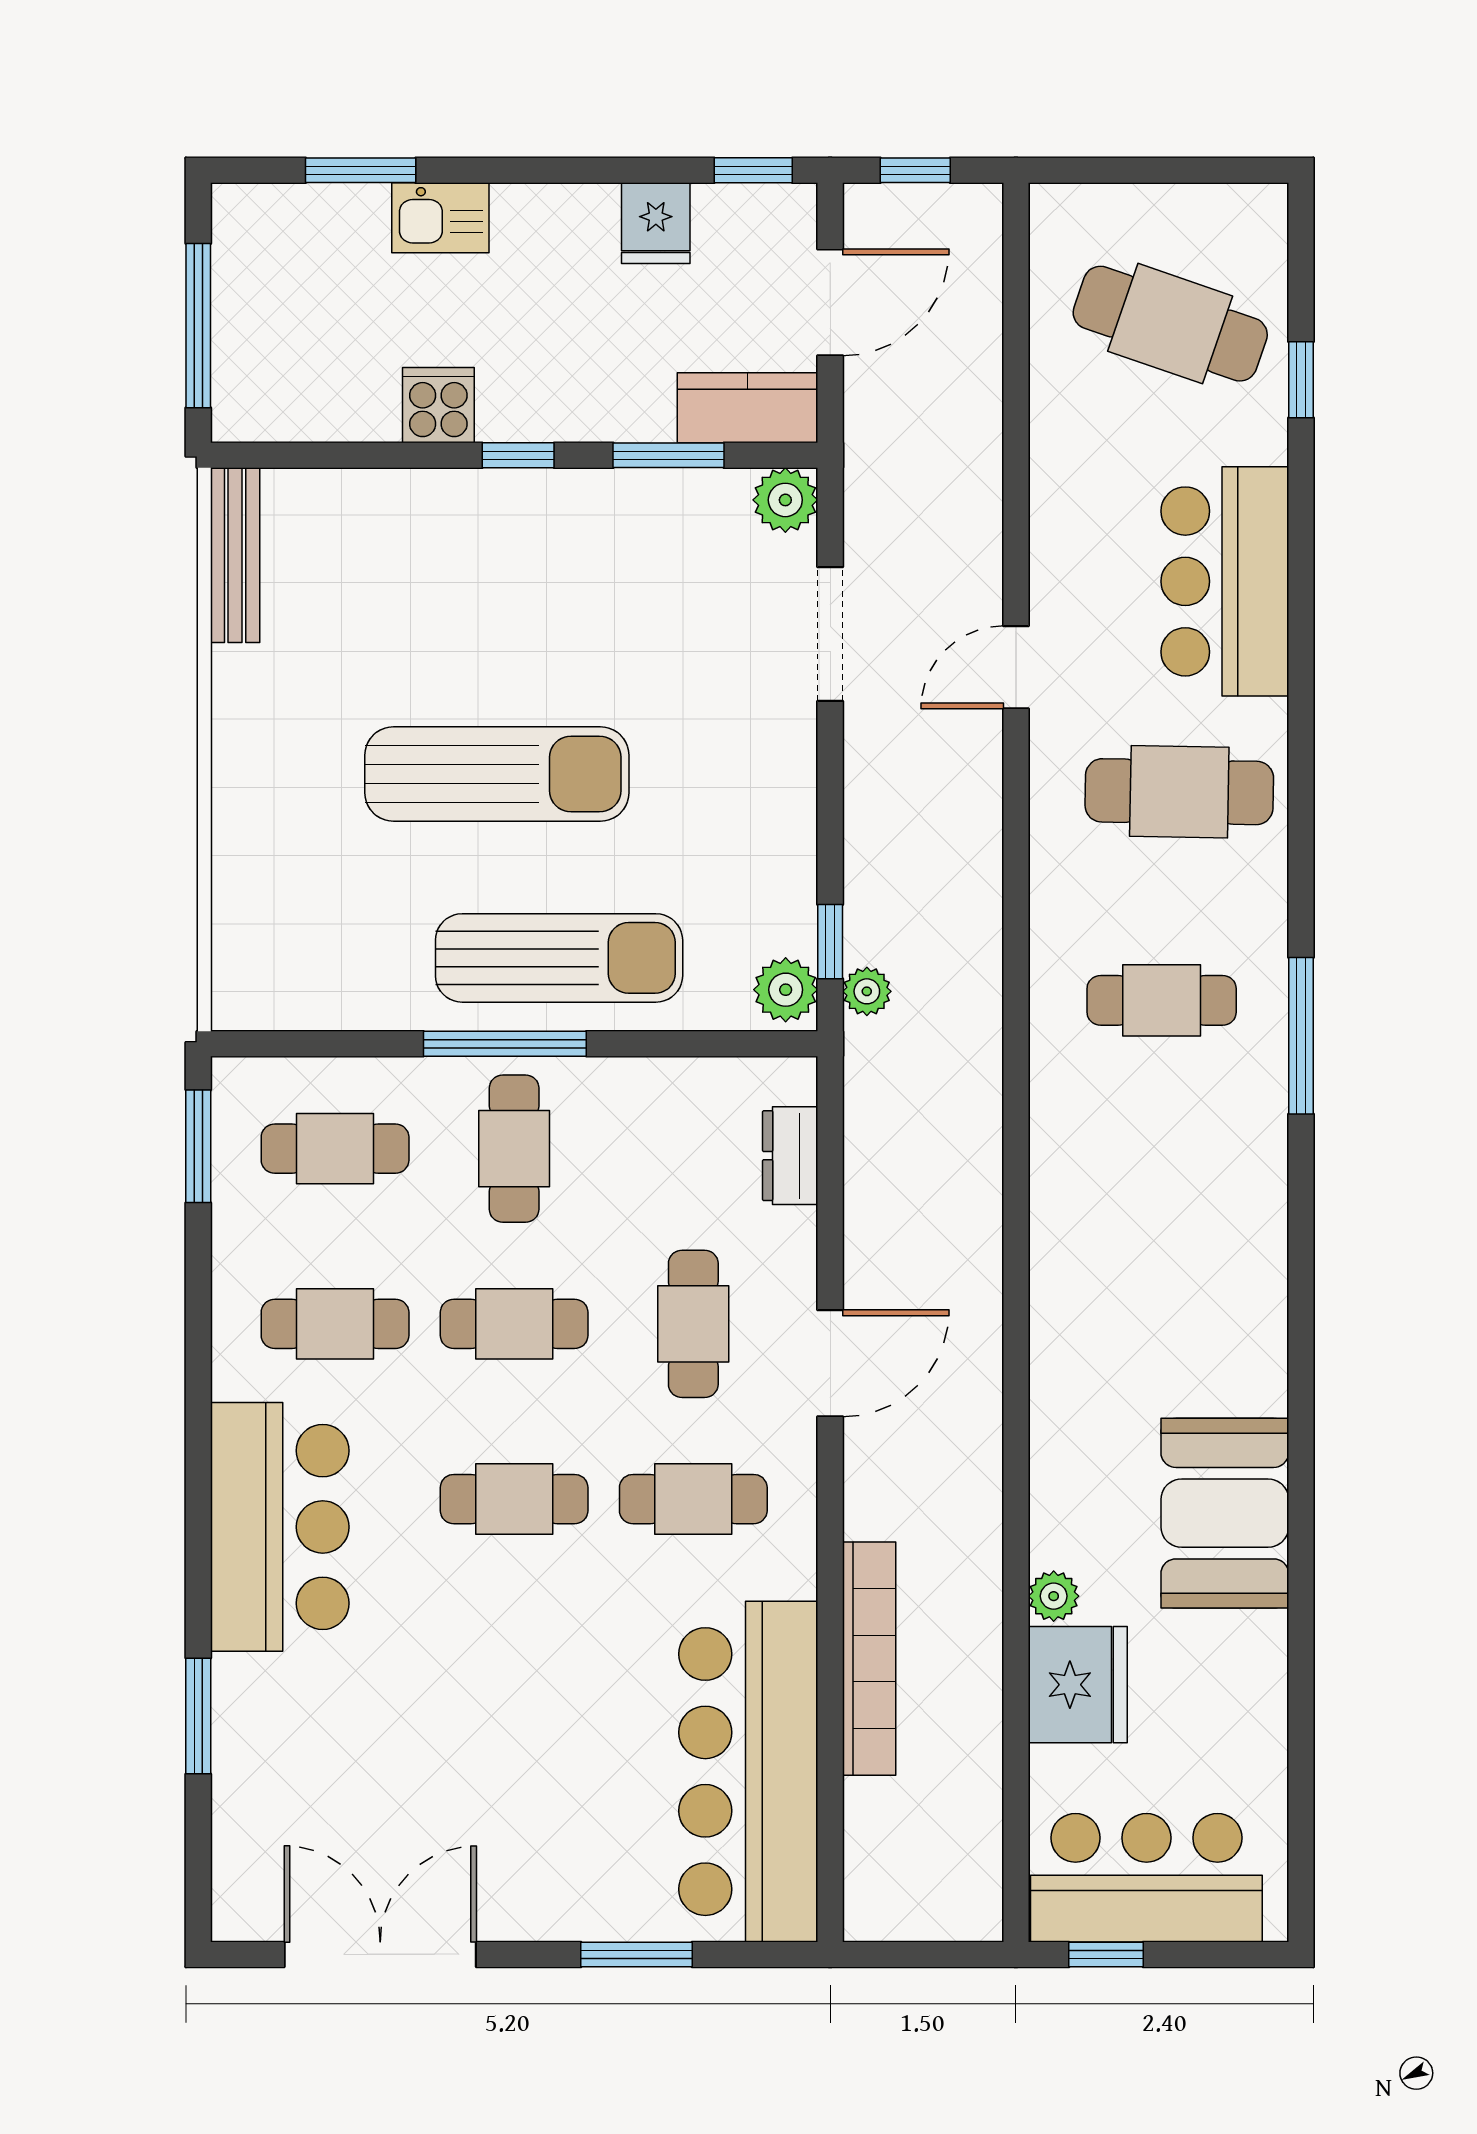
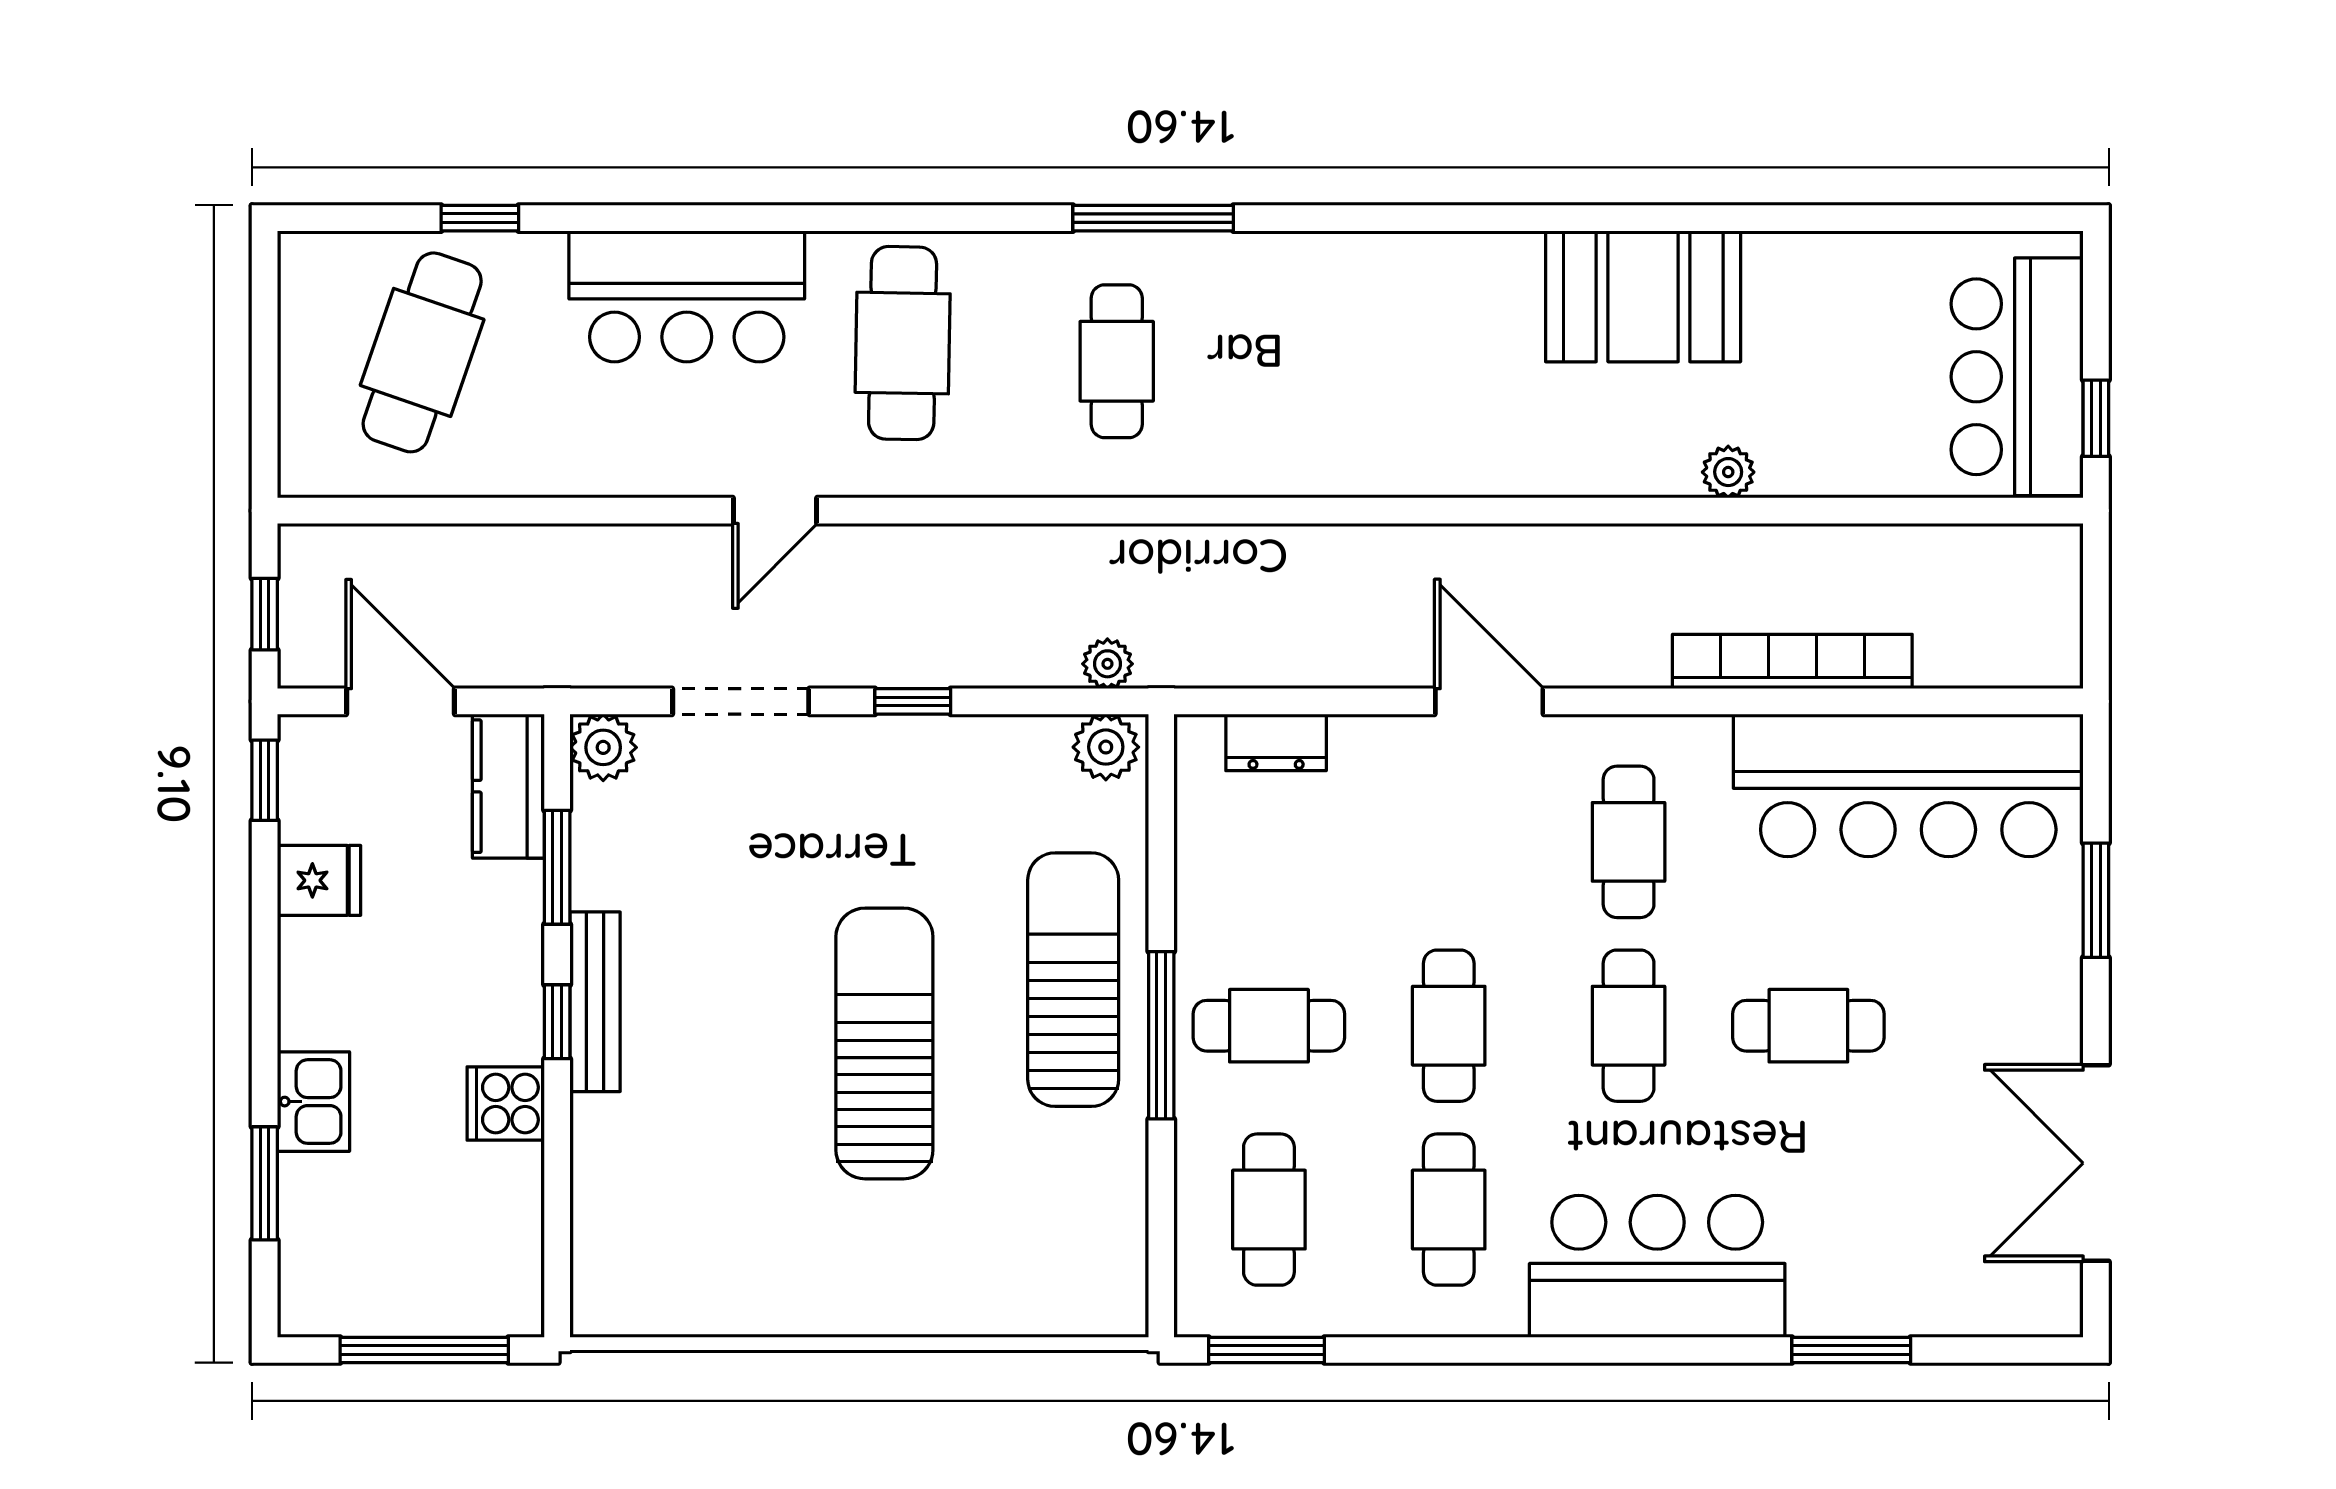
bench: (235, 555) -> (595, 1002), moved, turned 90
door: (1016, 667) -> (775, 511), hinge flipped
window: (830, 942) -> (913, 701), moved
cafe table: (693, 1324) -> (1808, 1026), moved
fridge: (1078, 1685) -> (1819, 447), removed

